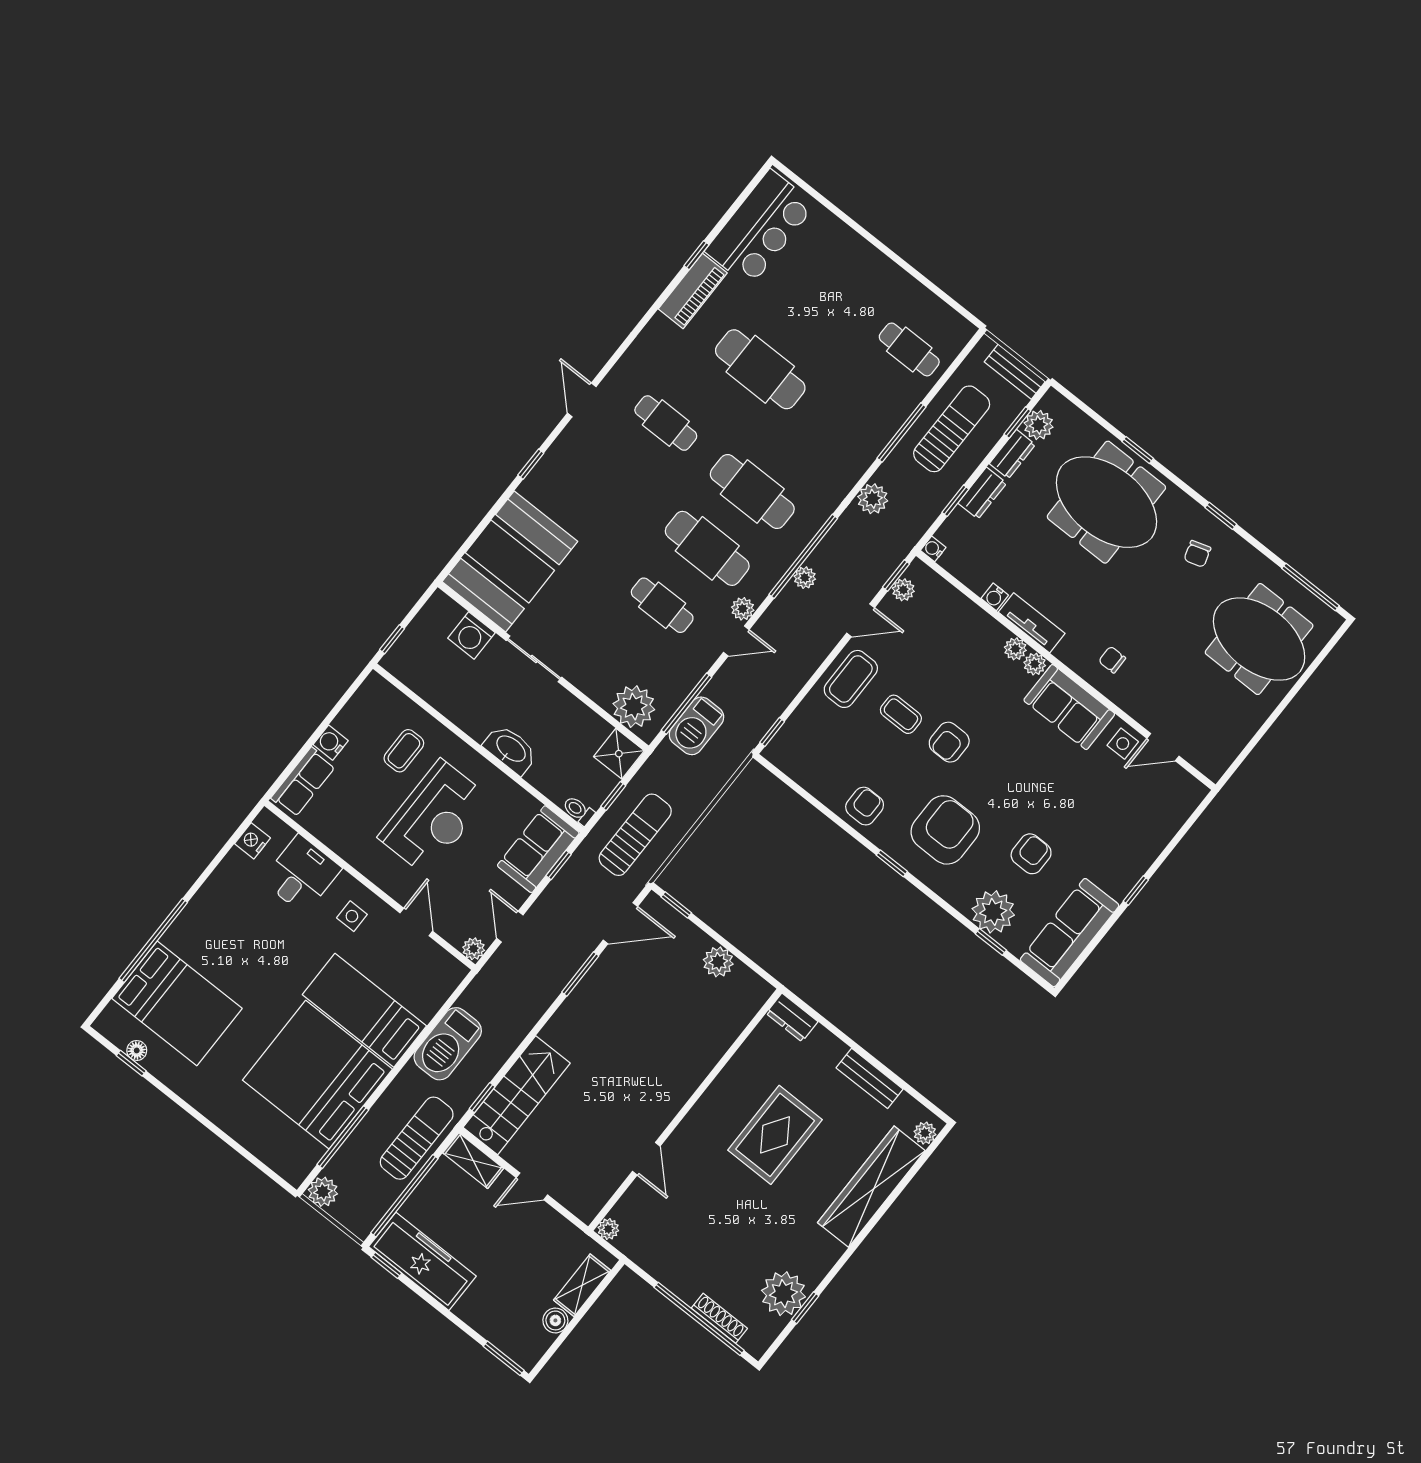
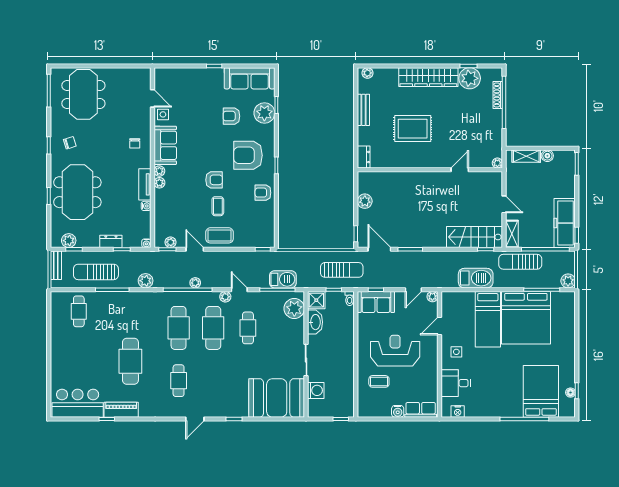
dresser: (1012, 454) -> (87, 242), removed
washbasin: (510, 749) -> (315, 322), moved, turned 180
sun lounger: (635, 835) -> (342, 270), turned 180
wardrobe: (871, 1187) -> (428, 77), moved

